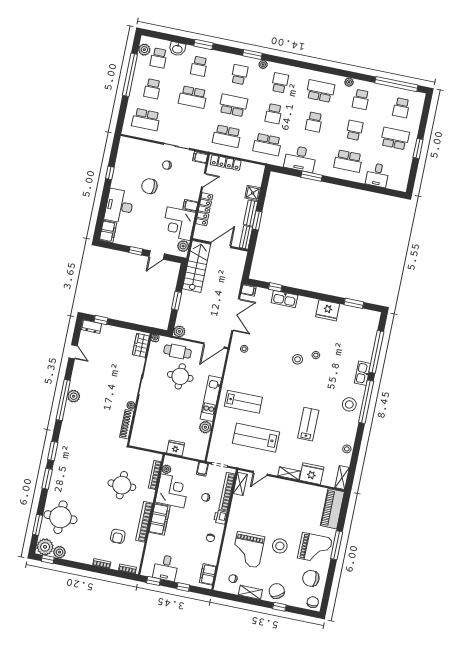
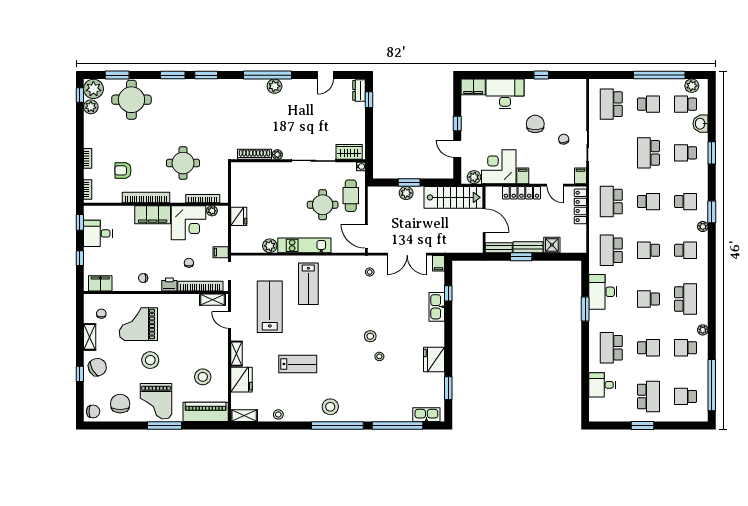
school desk: (152, 89) -> (648, 104), turned 180
school desk: (233, 105) -> (648, 202), width x0.54
plant: (179, 331) -> (406, 193), moved
kitchen sink: (362, 373) -> (426, 415), moved
stool: (303, 505) -> (203, 377), added

